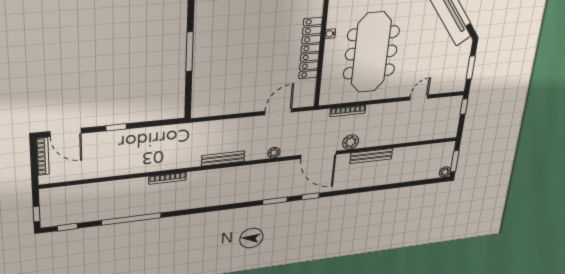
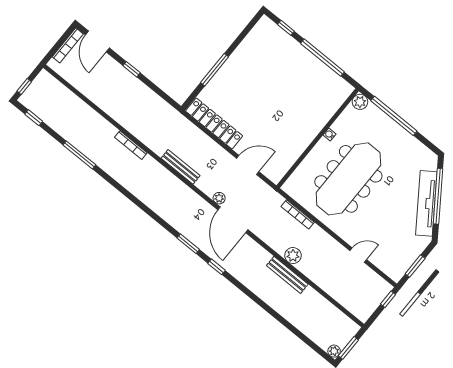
locker: (311, 48) -> (214, 123), moved, turned 90
window: (190, 52) -> (215, 70), moved
plant: (351, 142) -> (293, 256), moved
door: (319, 155) -> (233, 220), moved
window: (131, 219) -> (79, 155), width x0.68

